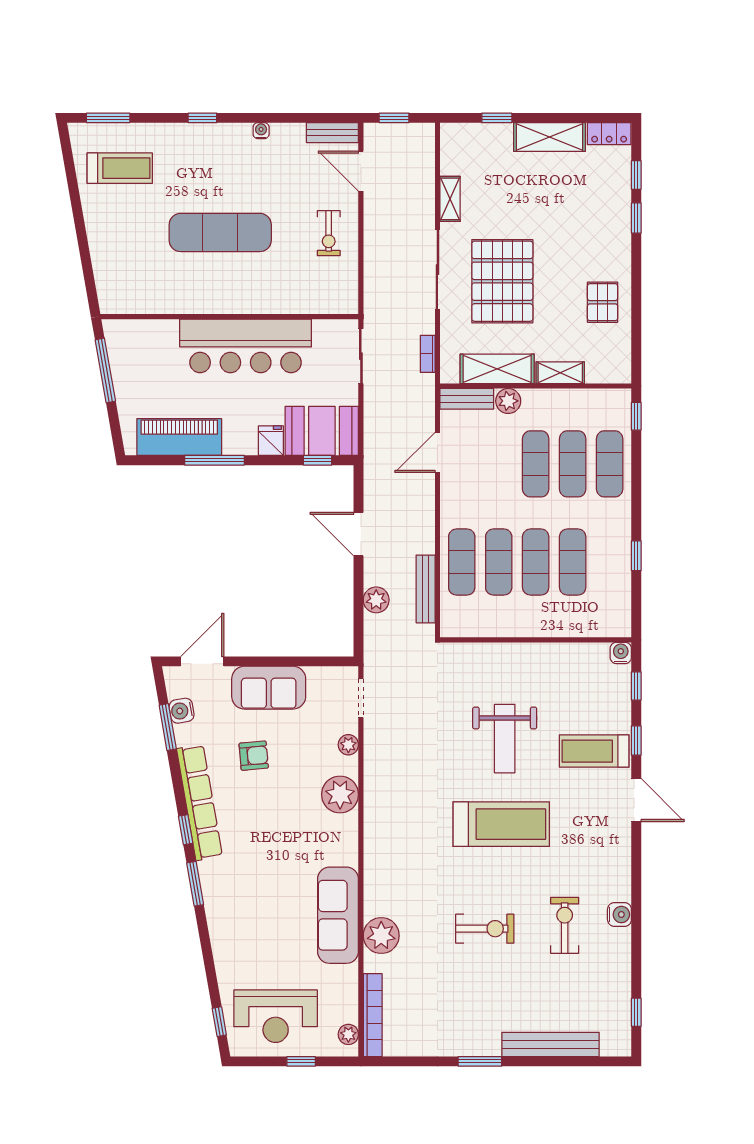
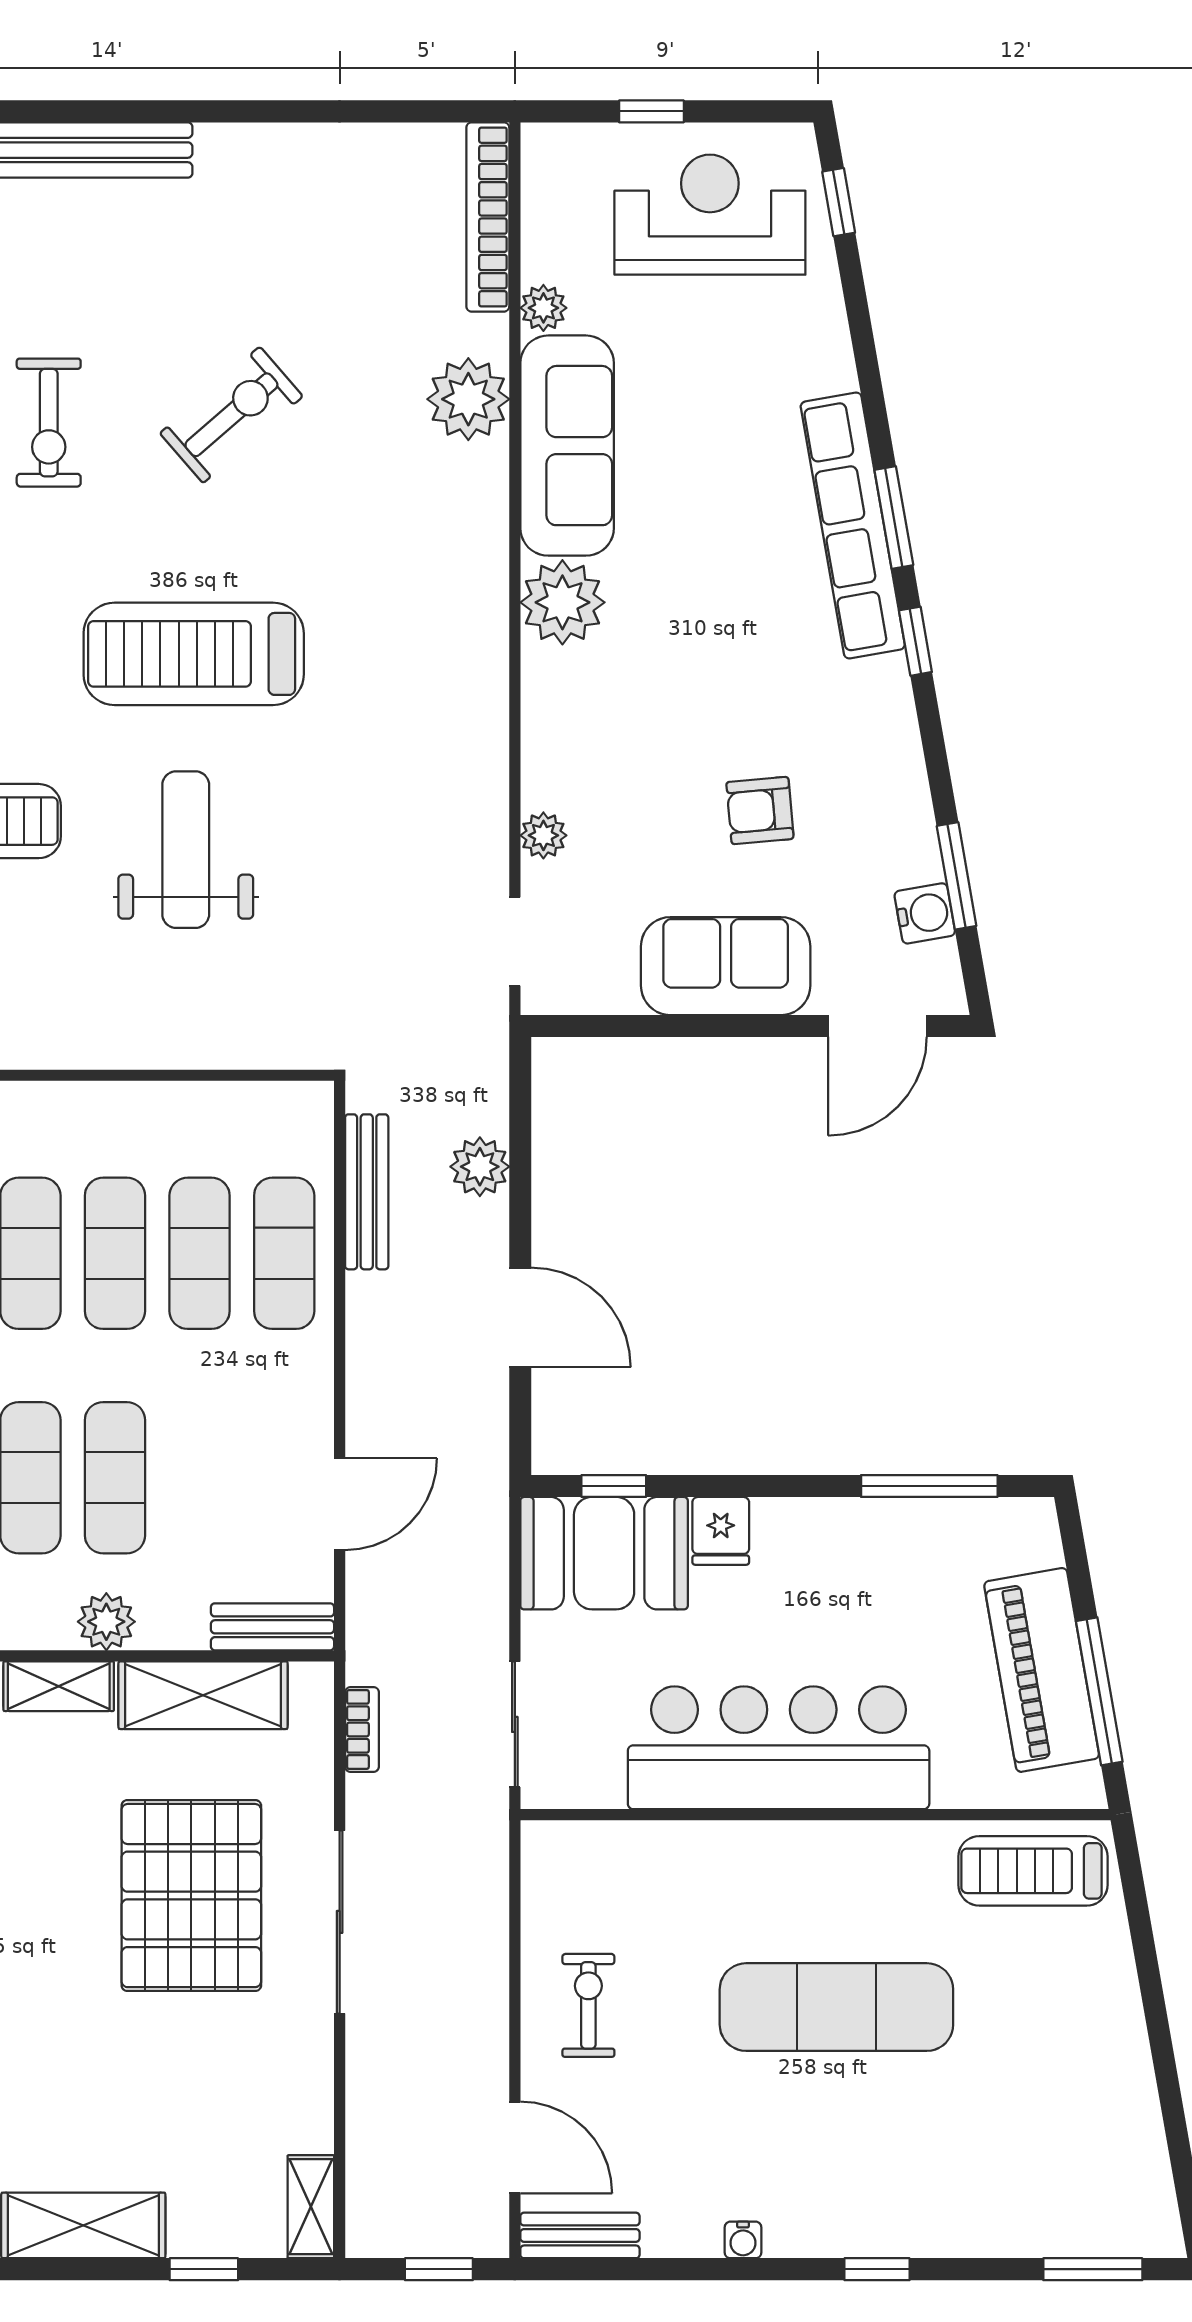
treadmill: (120, 168) -> (1033, 1871), moved
shelving: (450, 199) -> (311, 2207), moved
plant: (508, 401) -> (106, 1622), moved
piano: (179, 437) -> (1042, 1670), moved, turned 80
window: (214, 460) -> (929, 1486), moved
plant: (340, 794) -> (562, 602), moved
row of seats: (199, 802) -> (853, 526), moved
exercise bike: (485, 929) -> (231, 415), turned 139
plant: (348, 1034) -> (543, 308), moved
window: (480, 1061) -> (242, 111), removed

